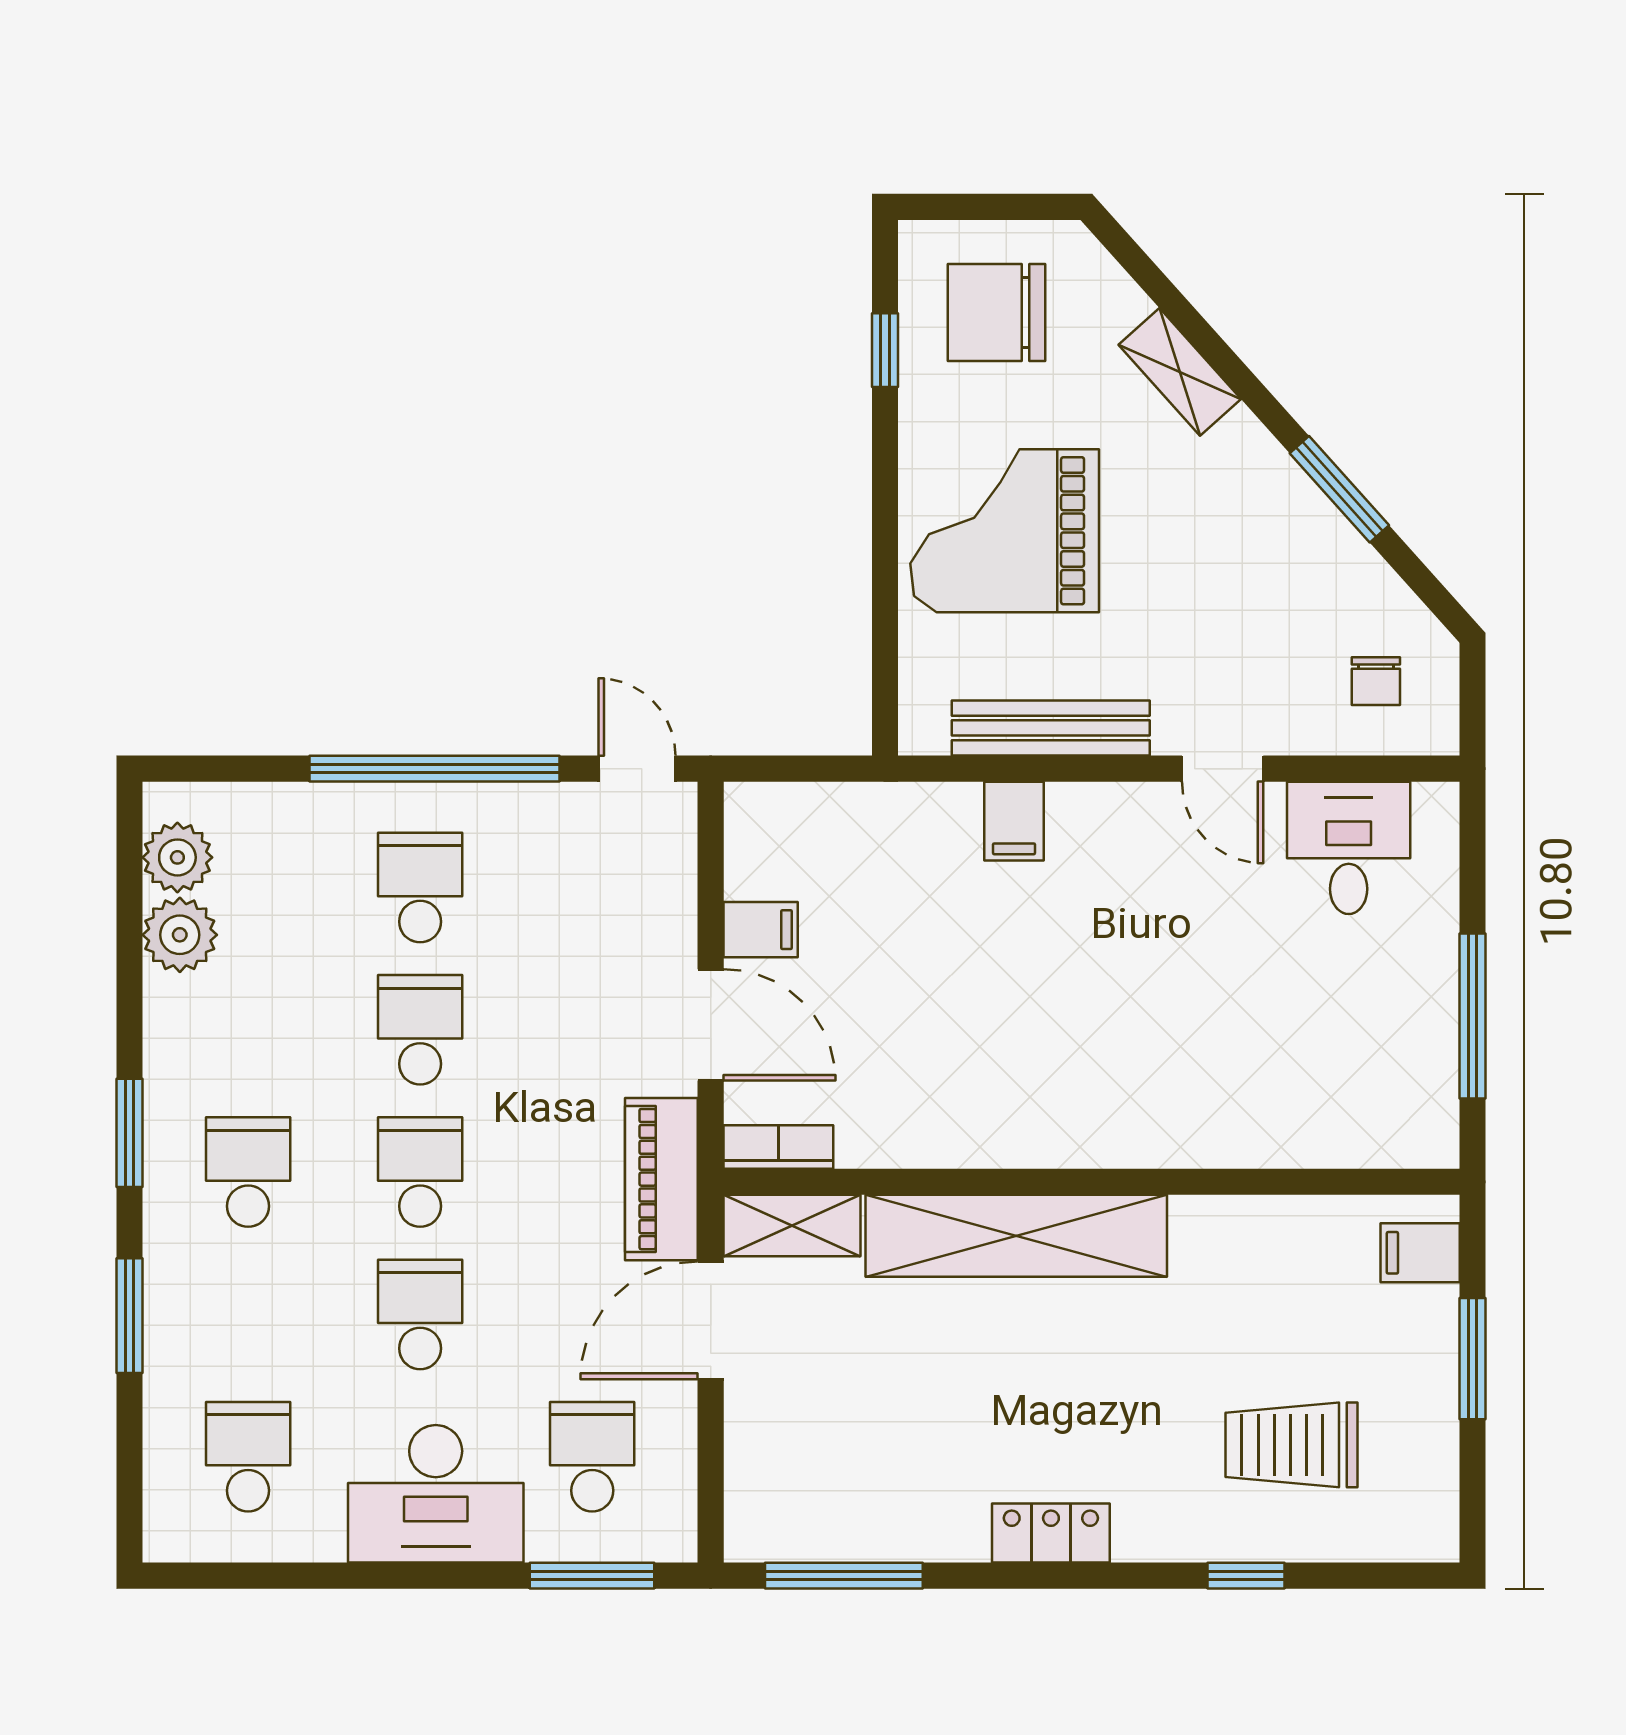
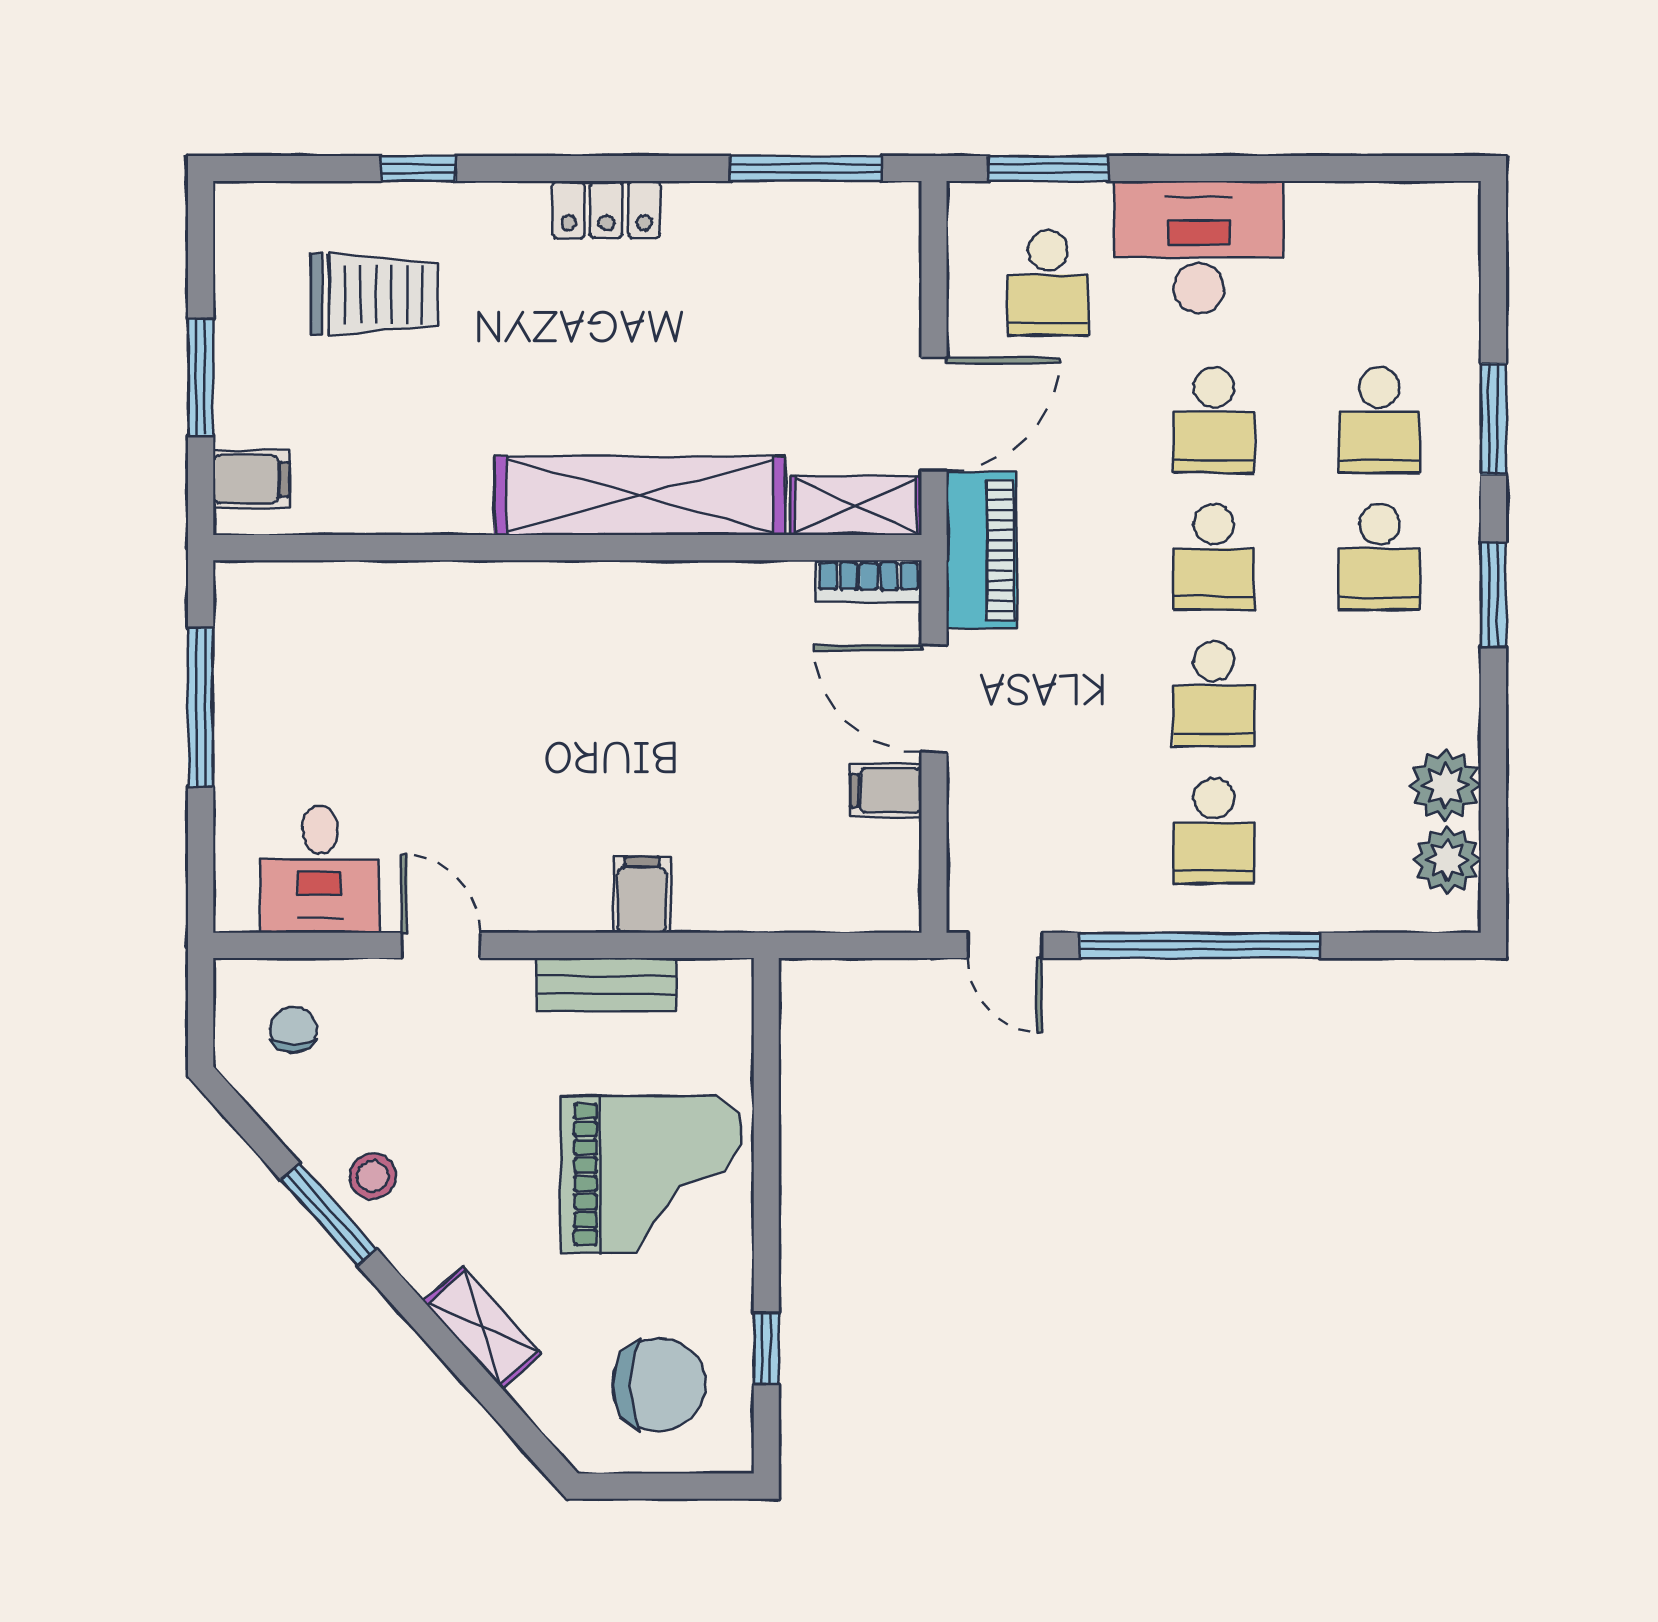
stool: (1294, 529) -> (373, 1176), added
bench: (1051, 728) -> (607, 984), width x0.73
school desk: (248, 1457) -> (1379, 420), moved

